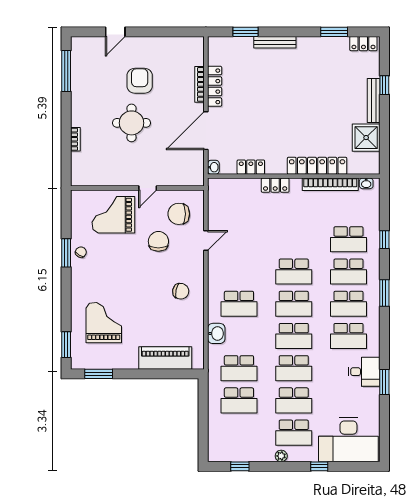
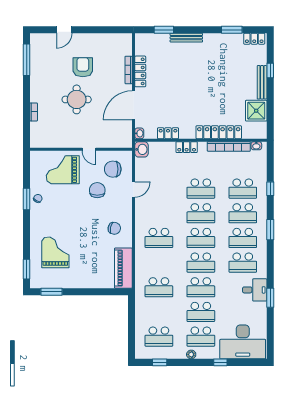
door: (148, 188) -> (89, 149), hinge flipped
school desk: (294, 239) -> (201, 189), added
washbasin: (216, 333) -> (142, 149), moved
piano: (165, 358) -> (123, 268), moved, turned -90
school desk: (239, 400) -> (159, 337), moved

